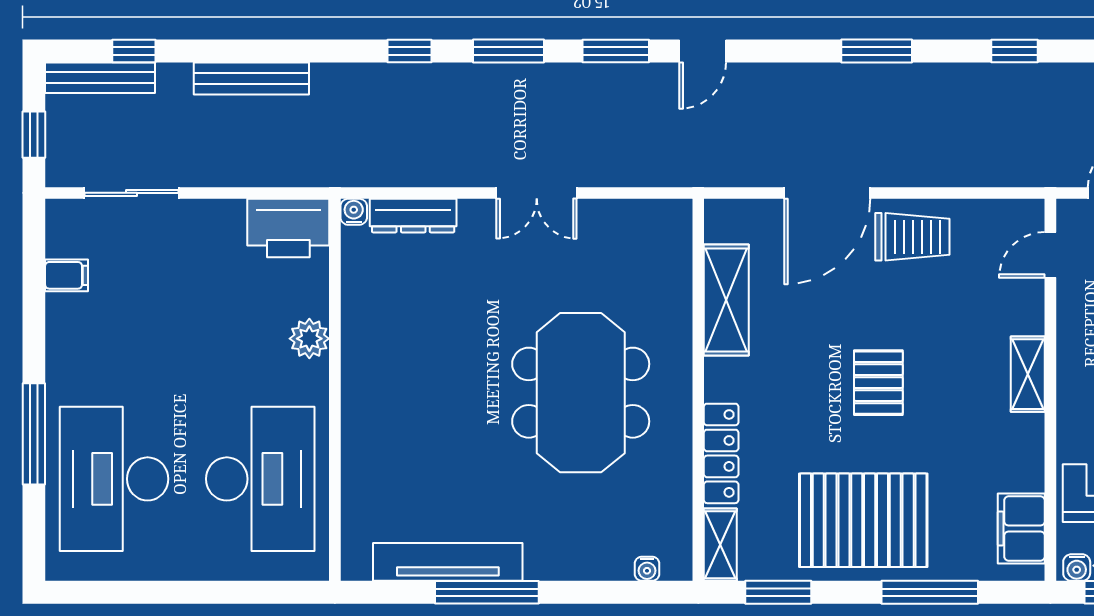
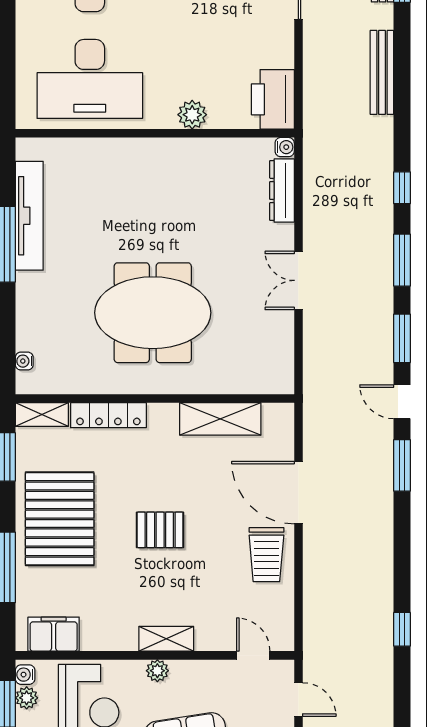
window: (877, 51) -> (402, 465), moved
plant: (1071, 386) -> (157, 671), added

